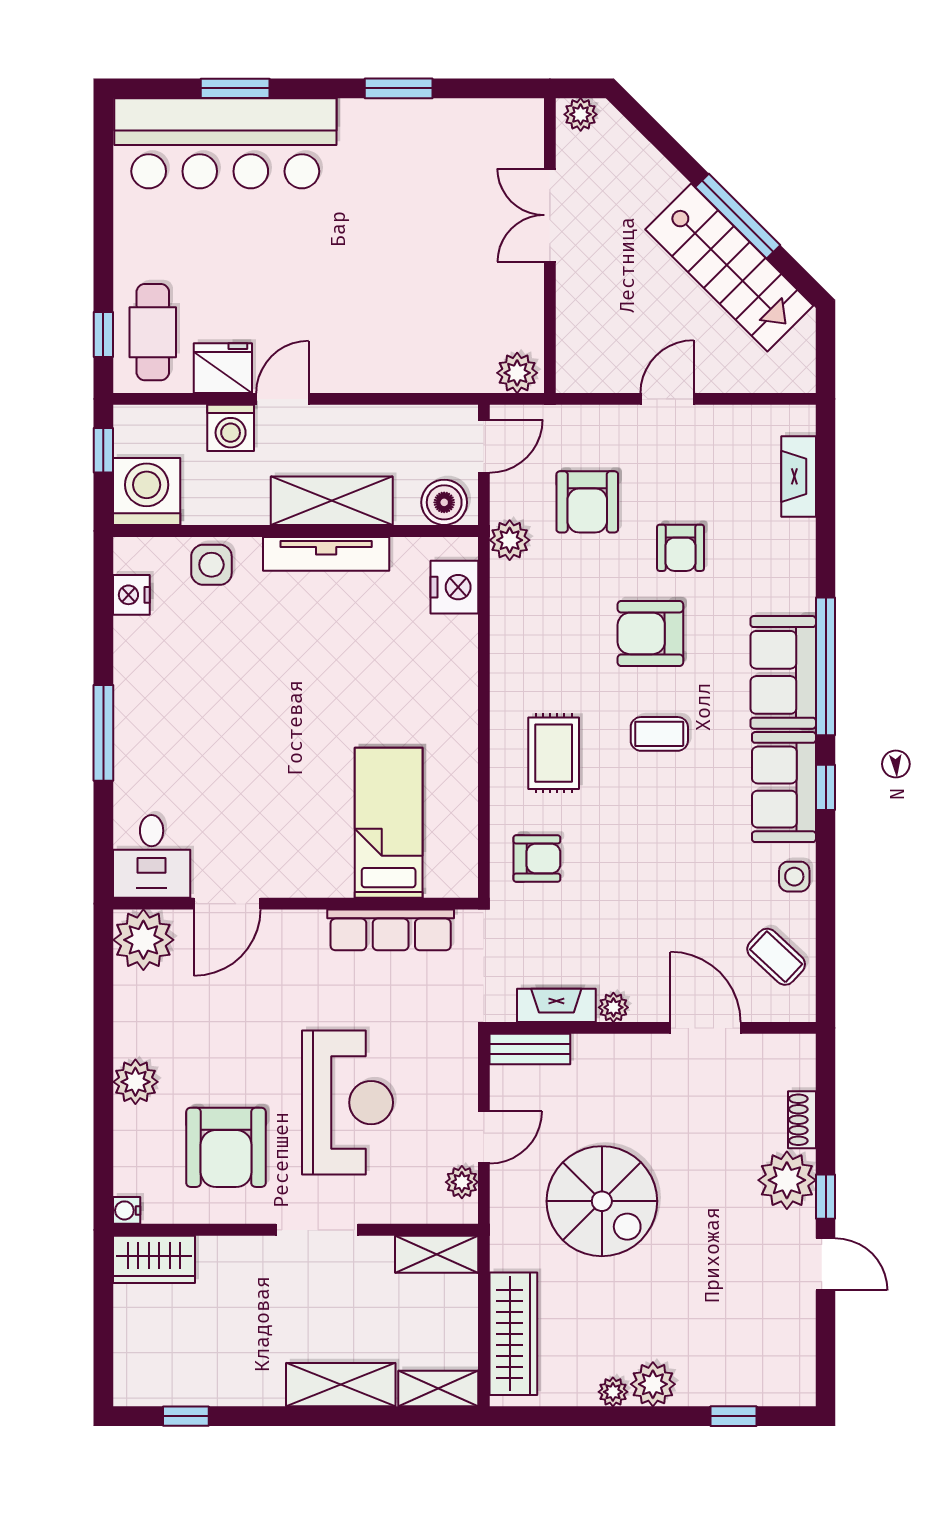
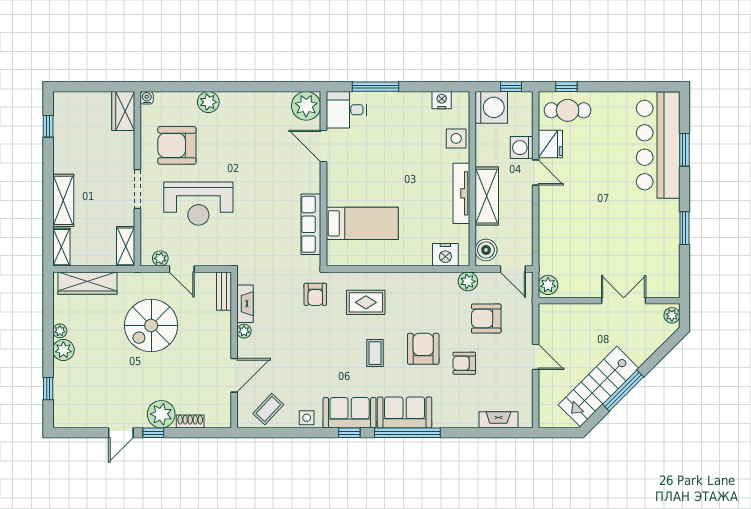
bed: (389, 823) -> (362, 223), moved
desk: (152, 856) -> (346, 110), moved
door: (227, 904) -> (323, 146), moved
wall: (296, 904) -> (323, 179), moved
row of seats: (391, 930) -> (311, 224), moved
plant: (143, 940) -> (306, 106), moved

